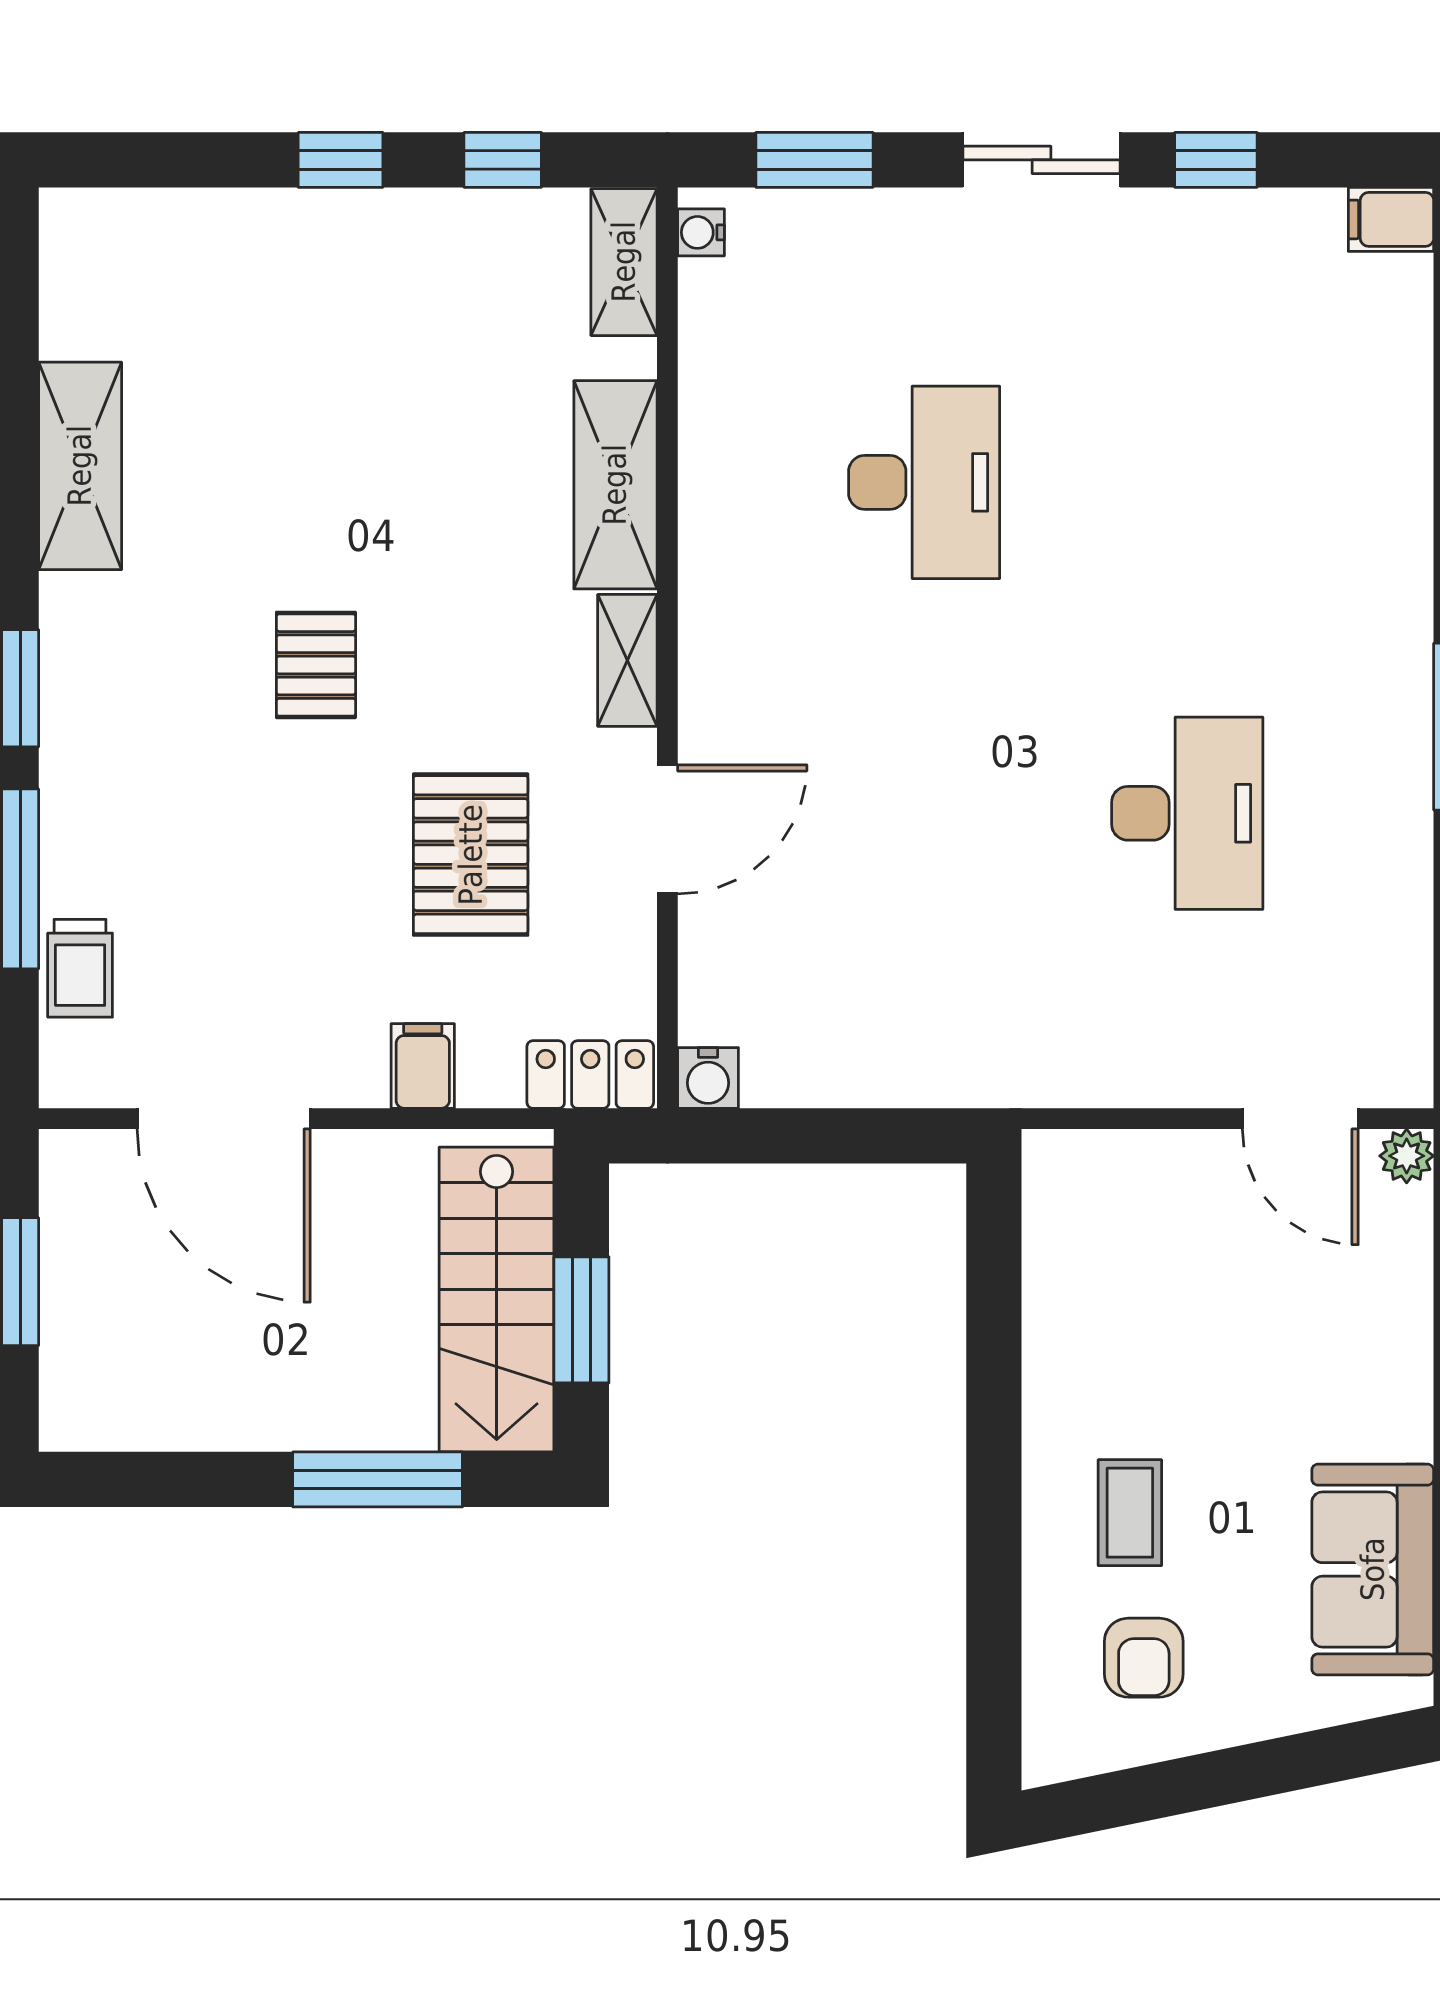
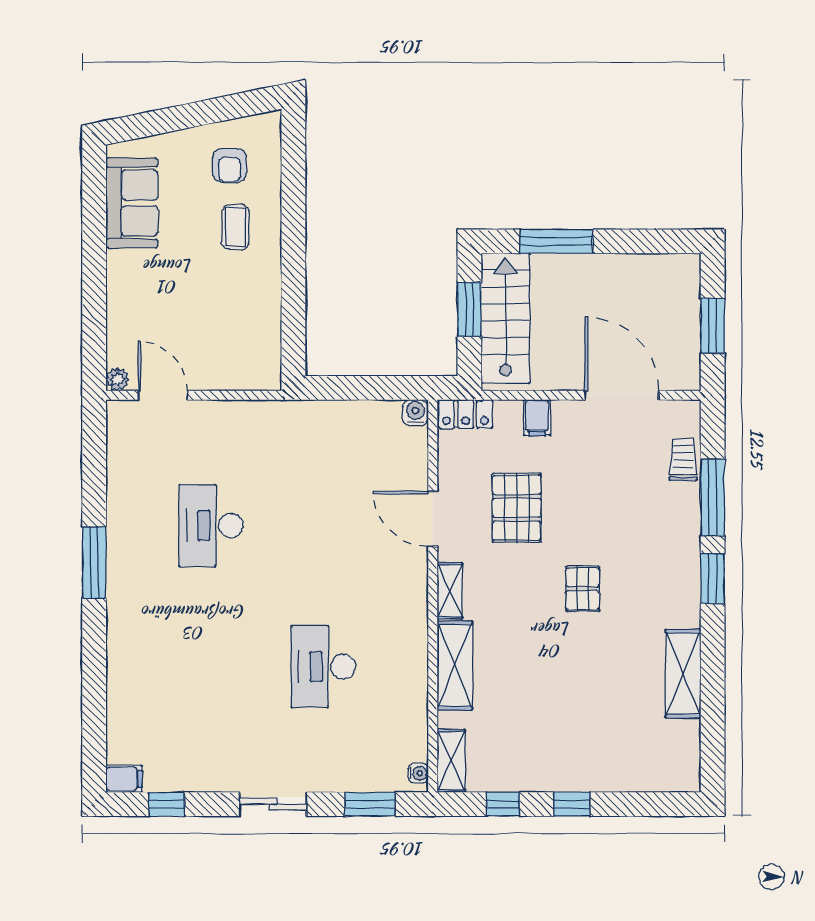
window: (1216, 160) -> (167, 804), moved
door: (667, 829) -> (433, 519), hinge flipped
armchair: (1144, 1658) -> (229, 165), turned 180

